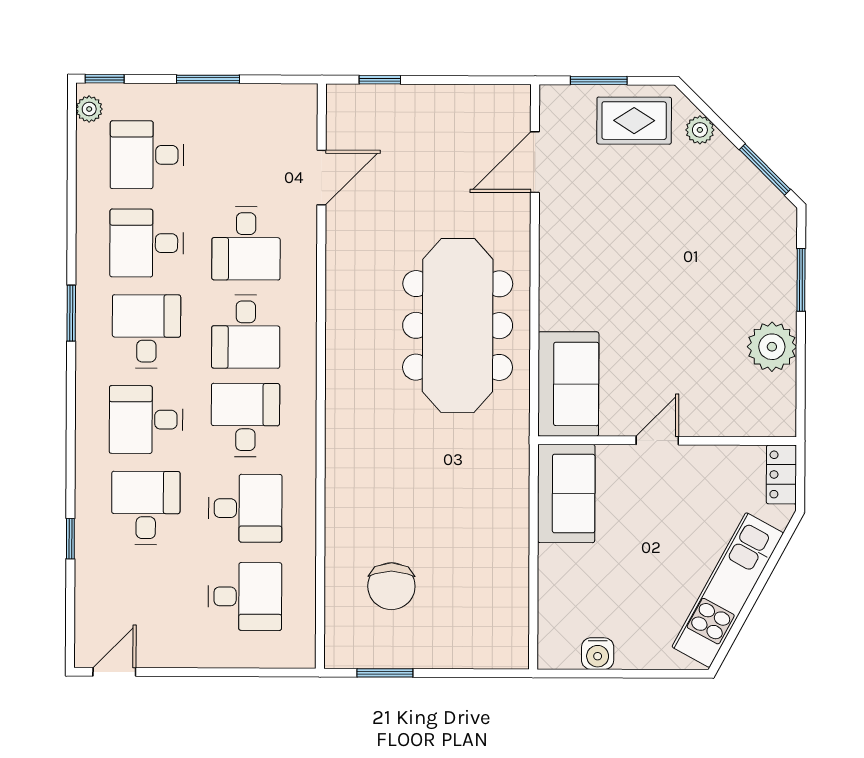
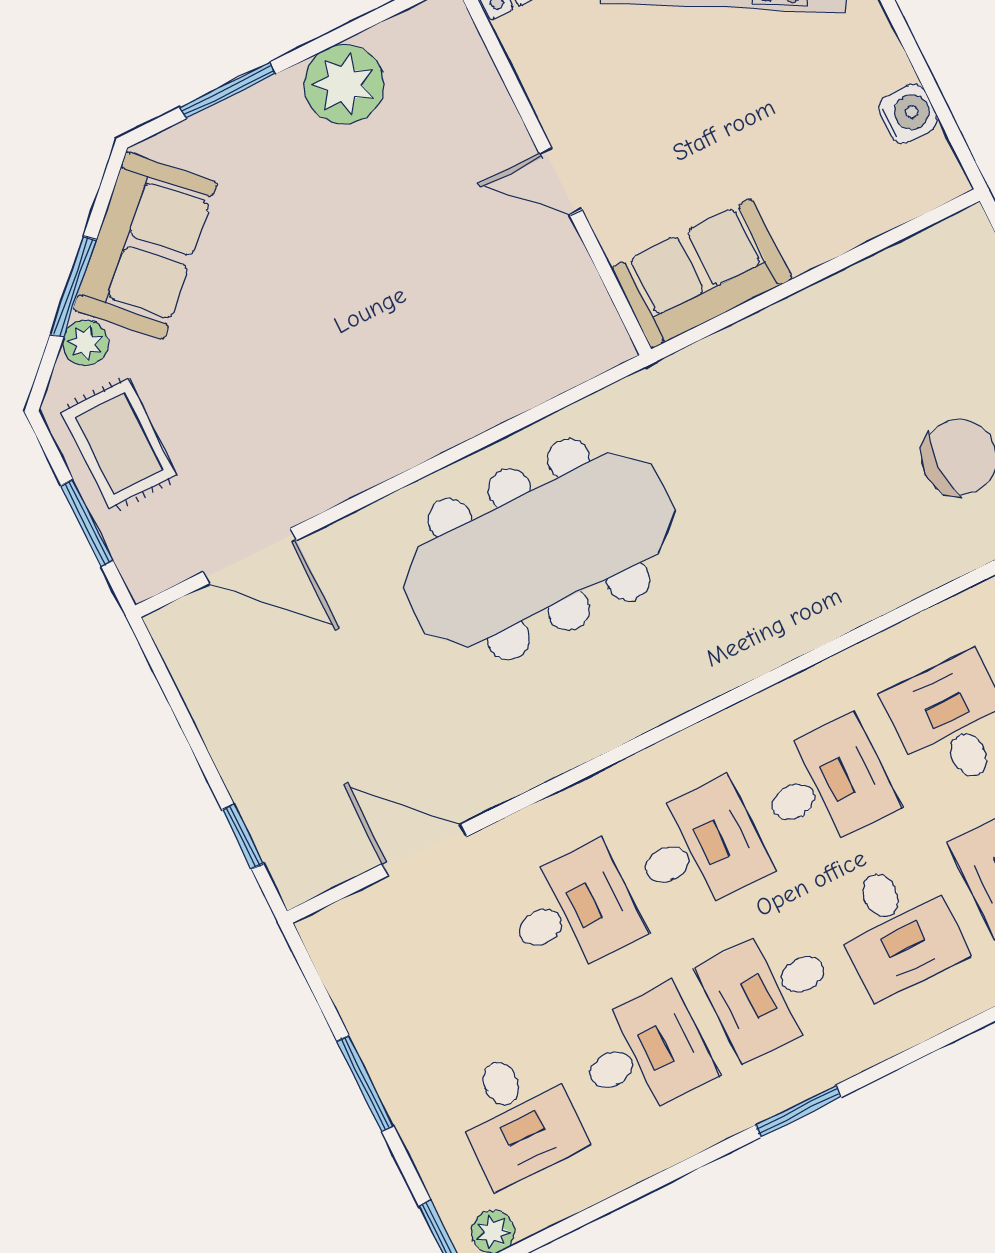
window: (765, 169) -> (73, 287), moved
desk: (147, 243) -> (644, 1053), turned -90
sofa: (568, 384) -> (145, 246), moved, turned 135
desk: (245, 420) -> (826, 785), turned 180

